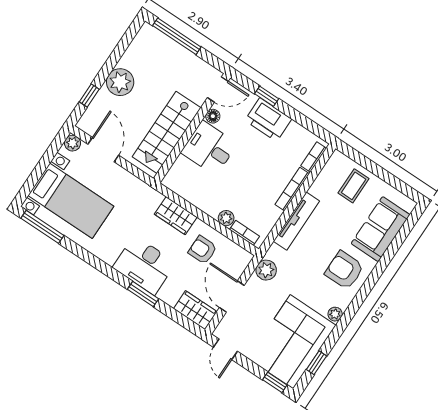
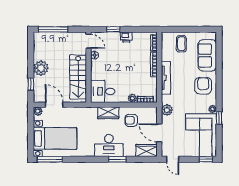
door: (218, 89) -> (89, 41), hinge flipped
printer: (268, 120) -> (126, 37), width x0.53, depth x0.68
desk: (209, 148) -> (103, 91), moved
armchair: (344, 270) -> (203, 86), turned 90
window: (316, 363) -> (219, 118), moved

